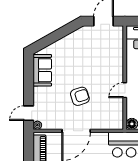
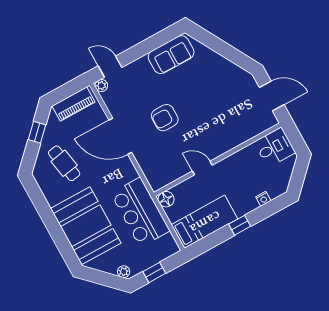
armchair: (80, 96) -> (165, 118), turned 108

